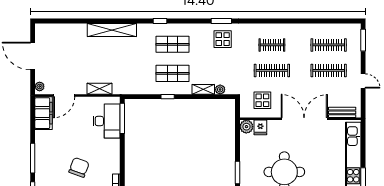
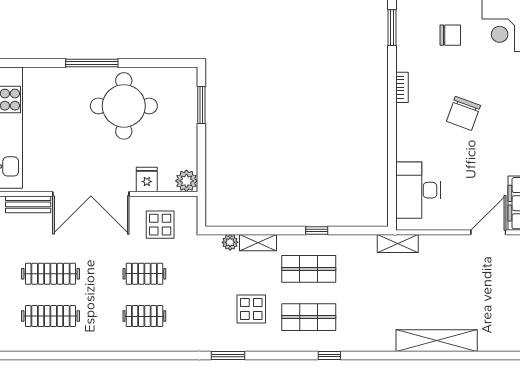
shelving: (112, 30) -> (437, 341), moved
display table: (223, 39) -> (251, 309), moved
clothes rail: (272, 70) -> (144, 274), width x0.73
shelving: (100, 89) -> (398, 243), moved
window: (122, 118) -> (392, 195), removed
fridge: (260, 127) -> (147, 180), moved

